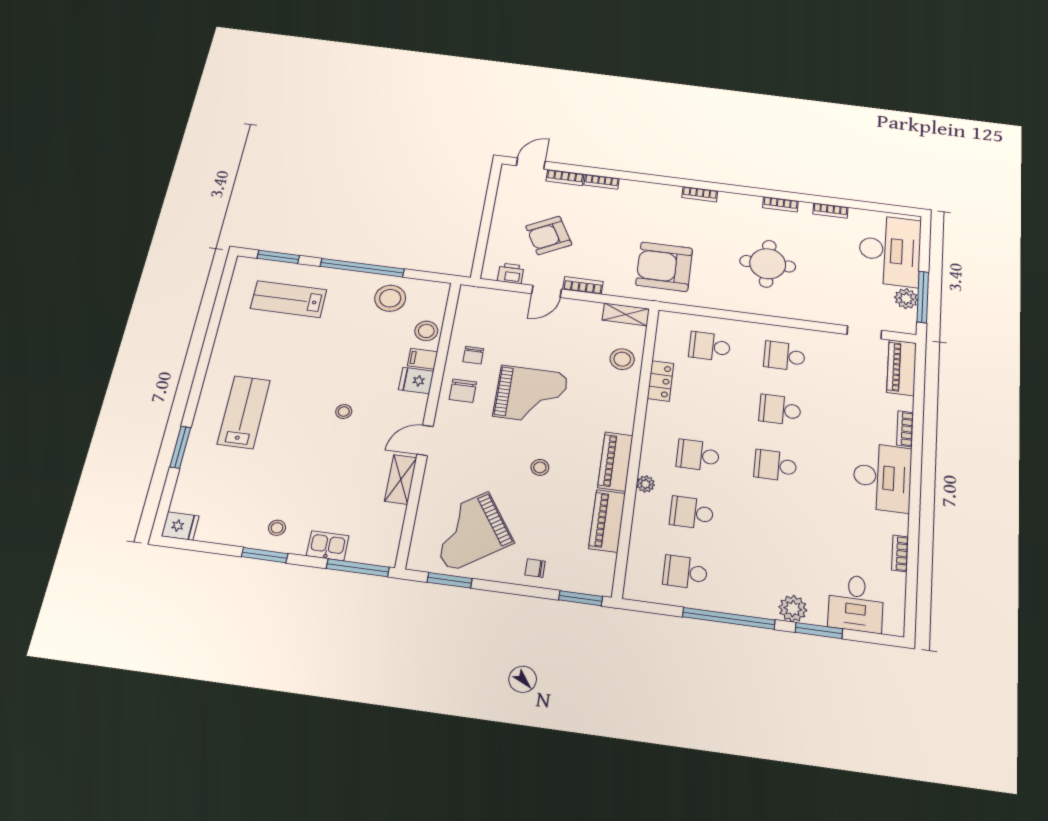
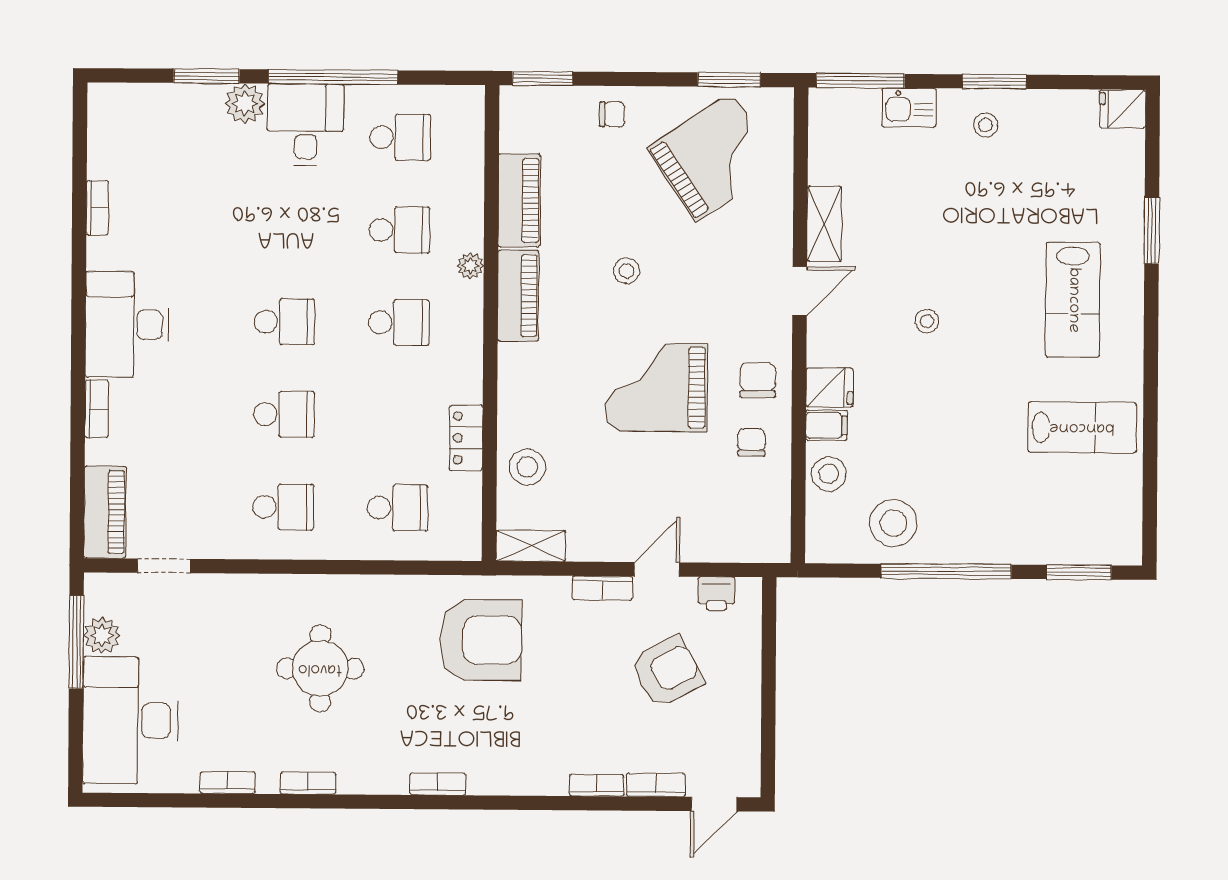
lab bench: (289, 299) -> (1082, 427), moved
desk: (856, 603) -> (306, 125), moved

